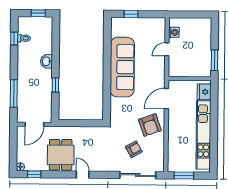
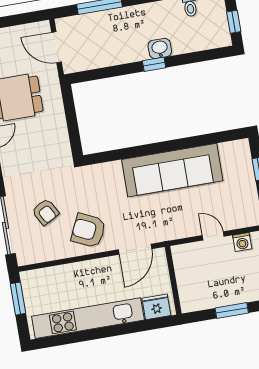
window: (214, 60) -> (232, 311), moved
window: (55, 85) -> (154, 64), moved
door: (166, 99) -> (135, 249), swing flipped
armchair: (150, 125) -> (88, 230), turned 44

